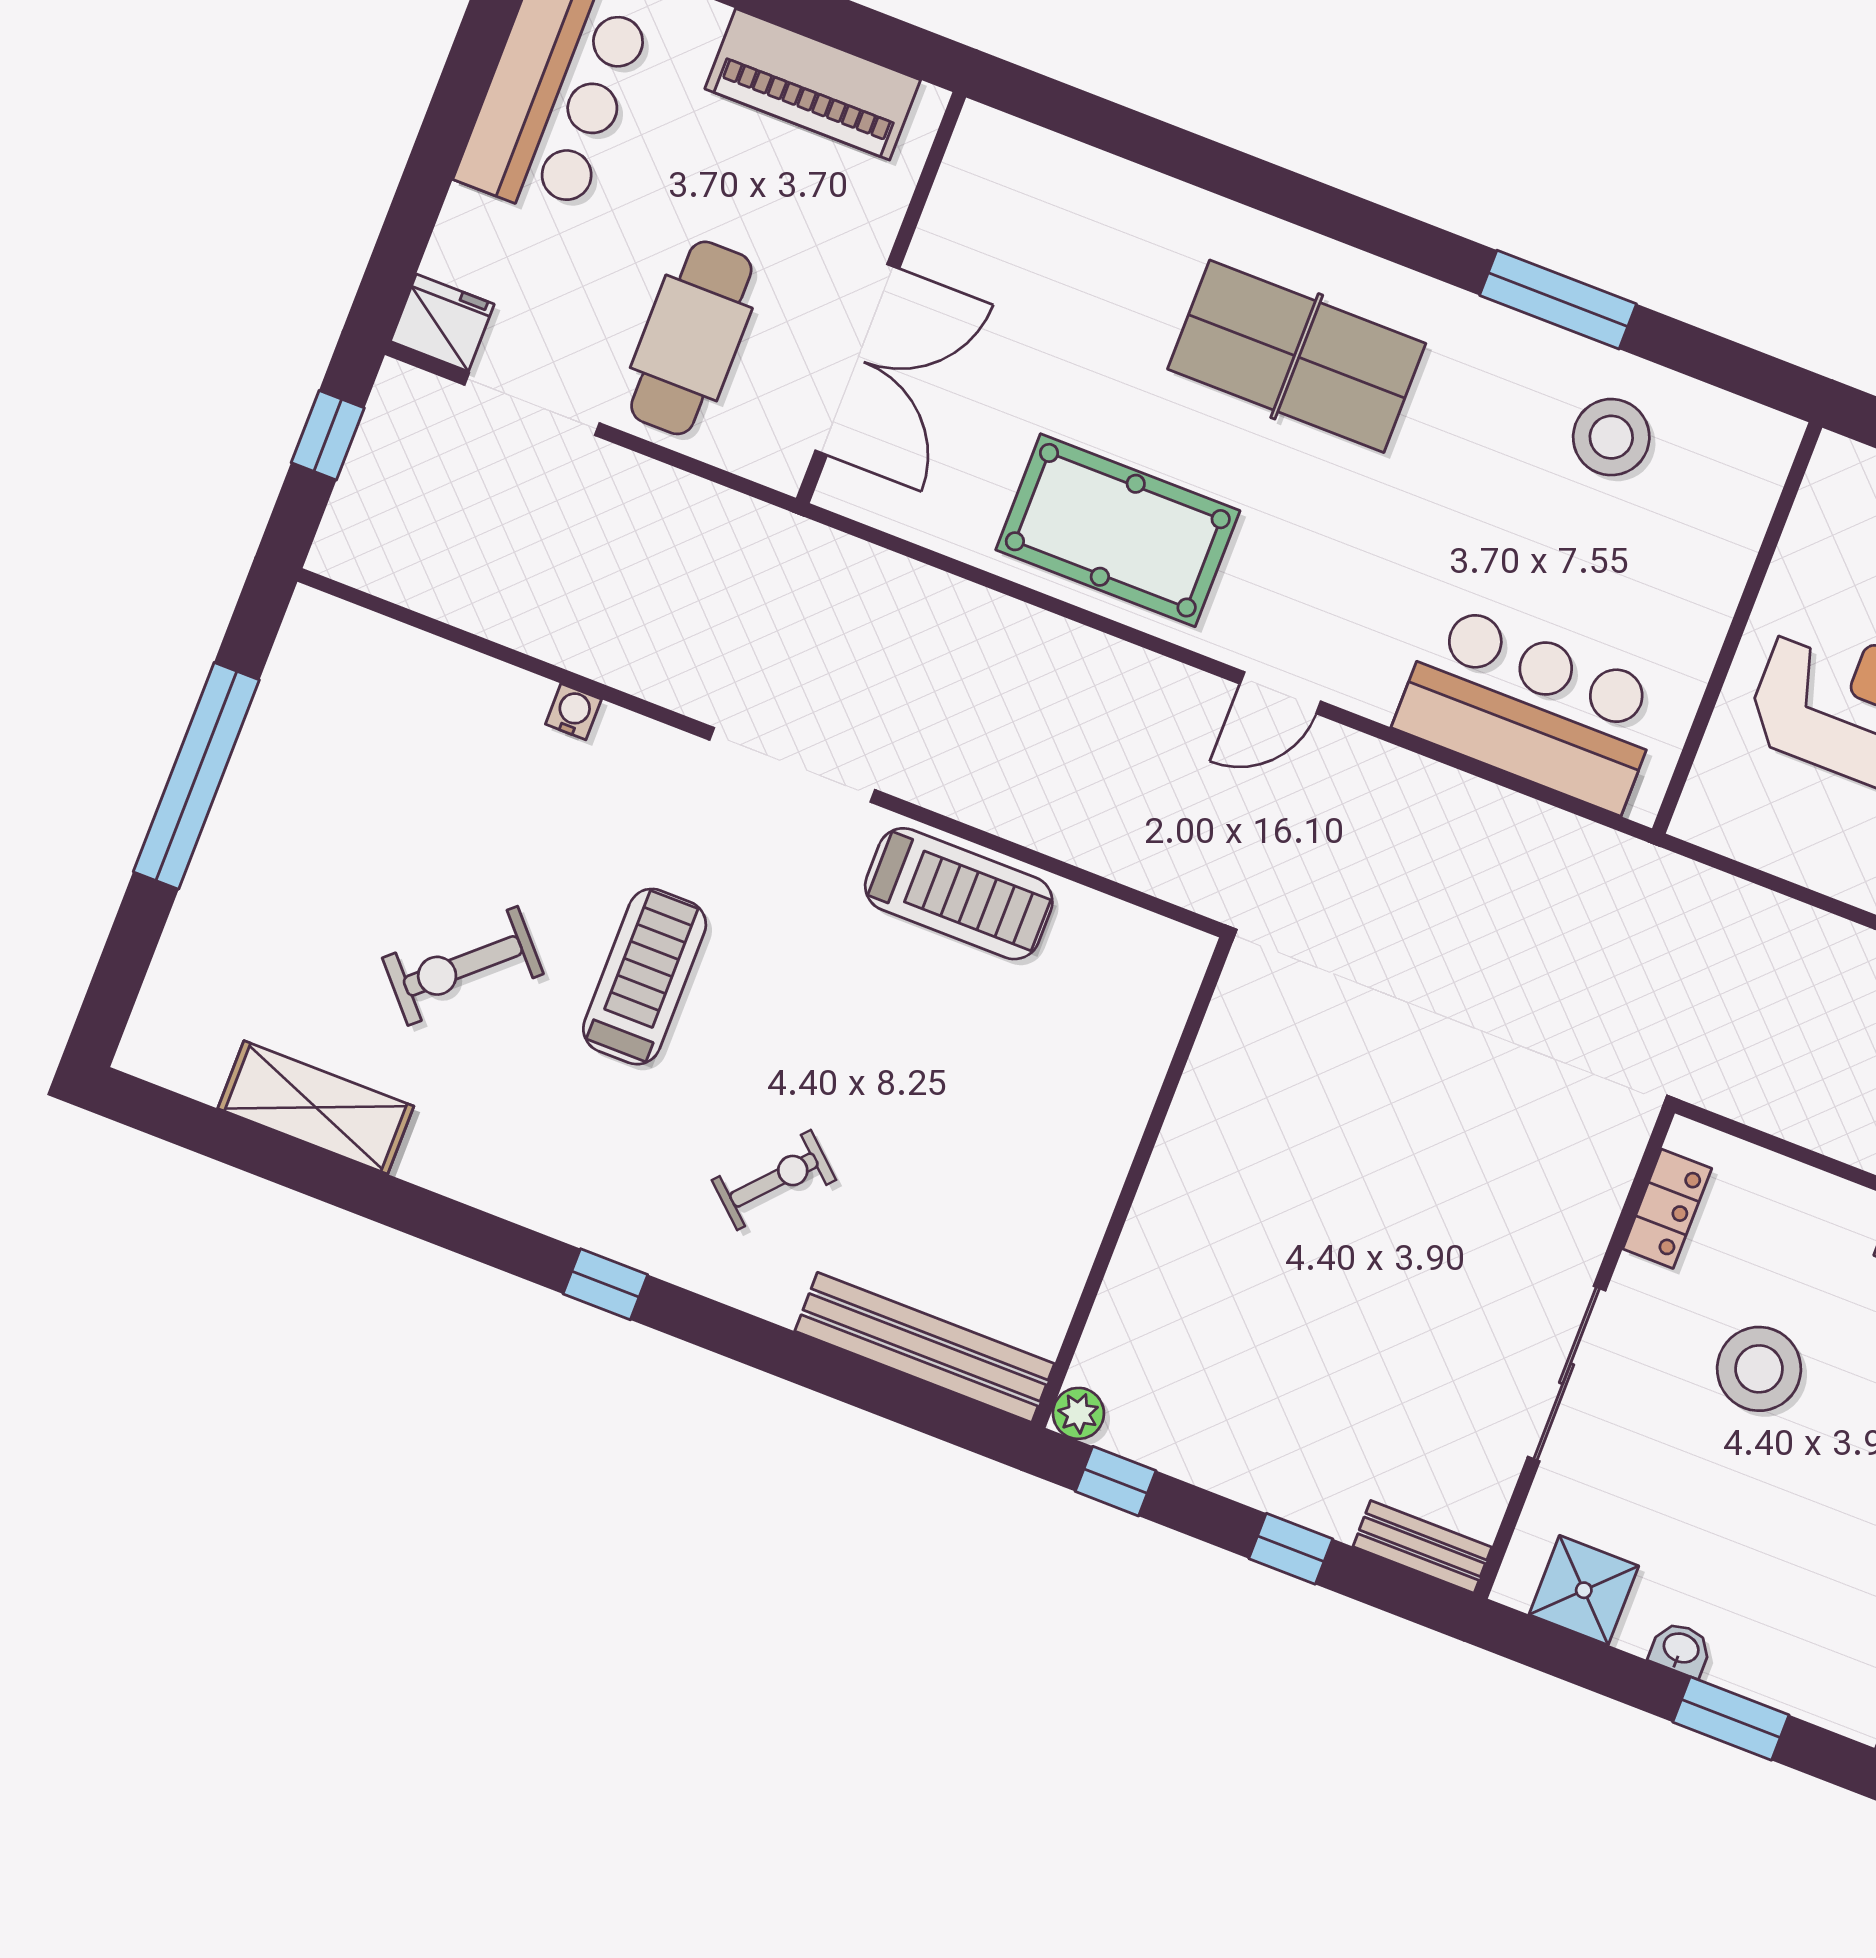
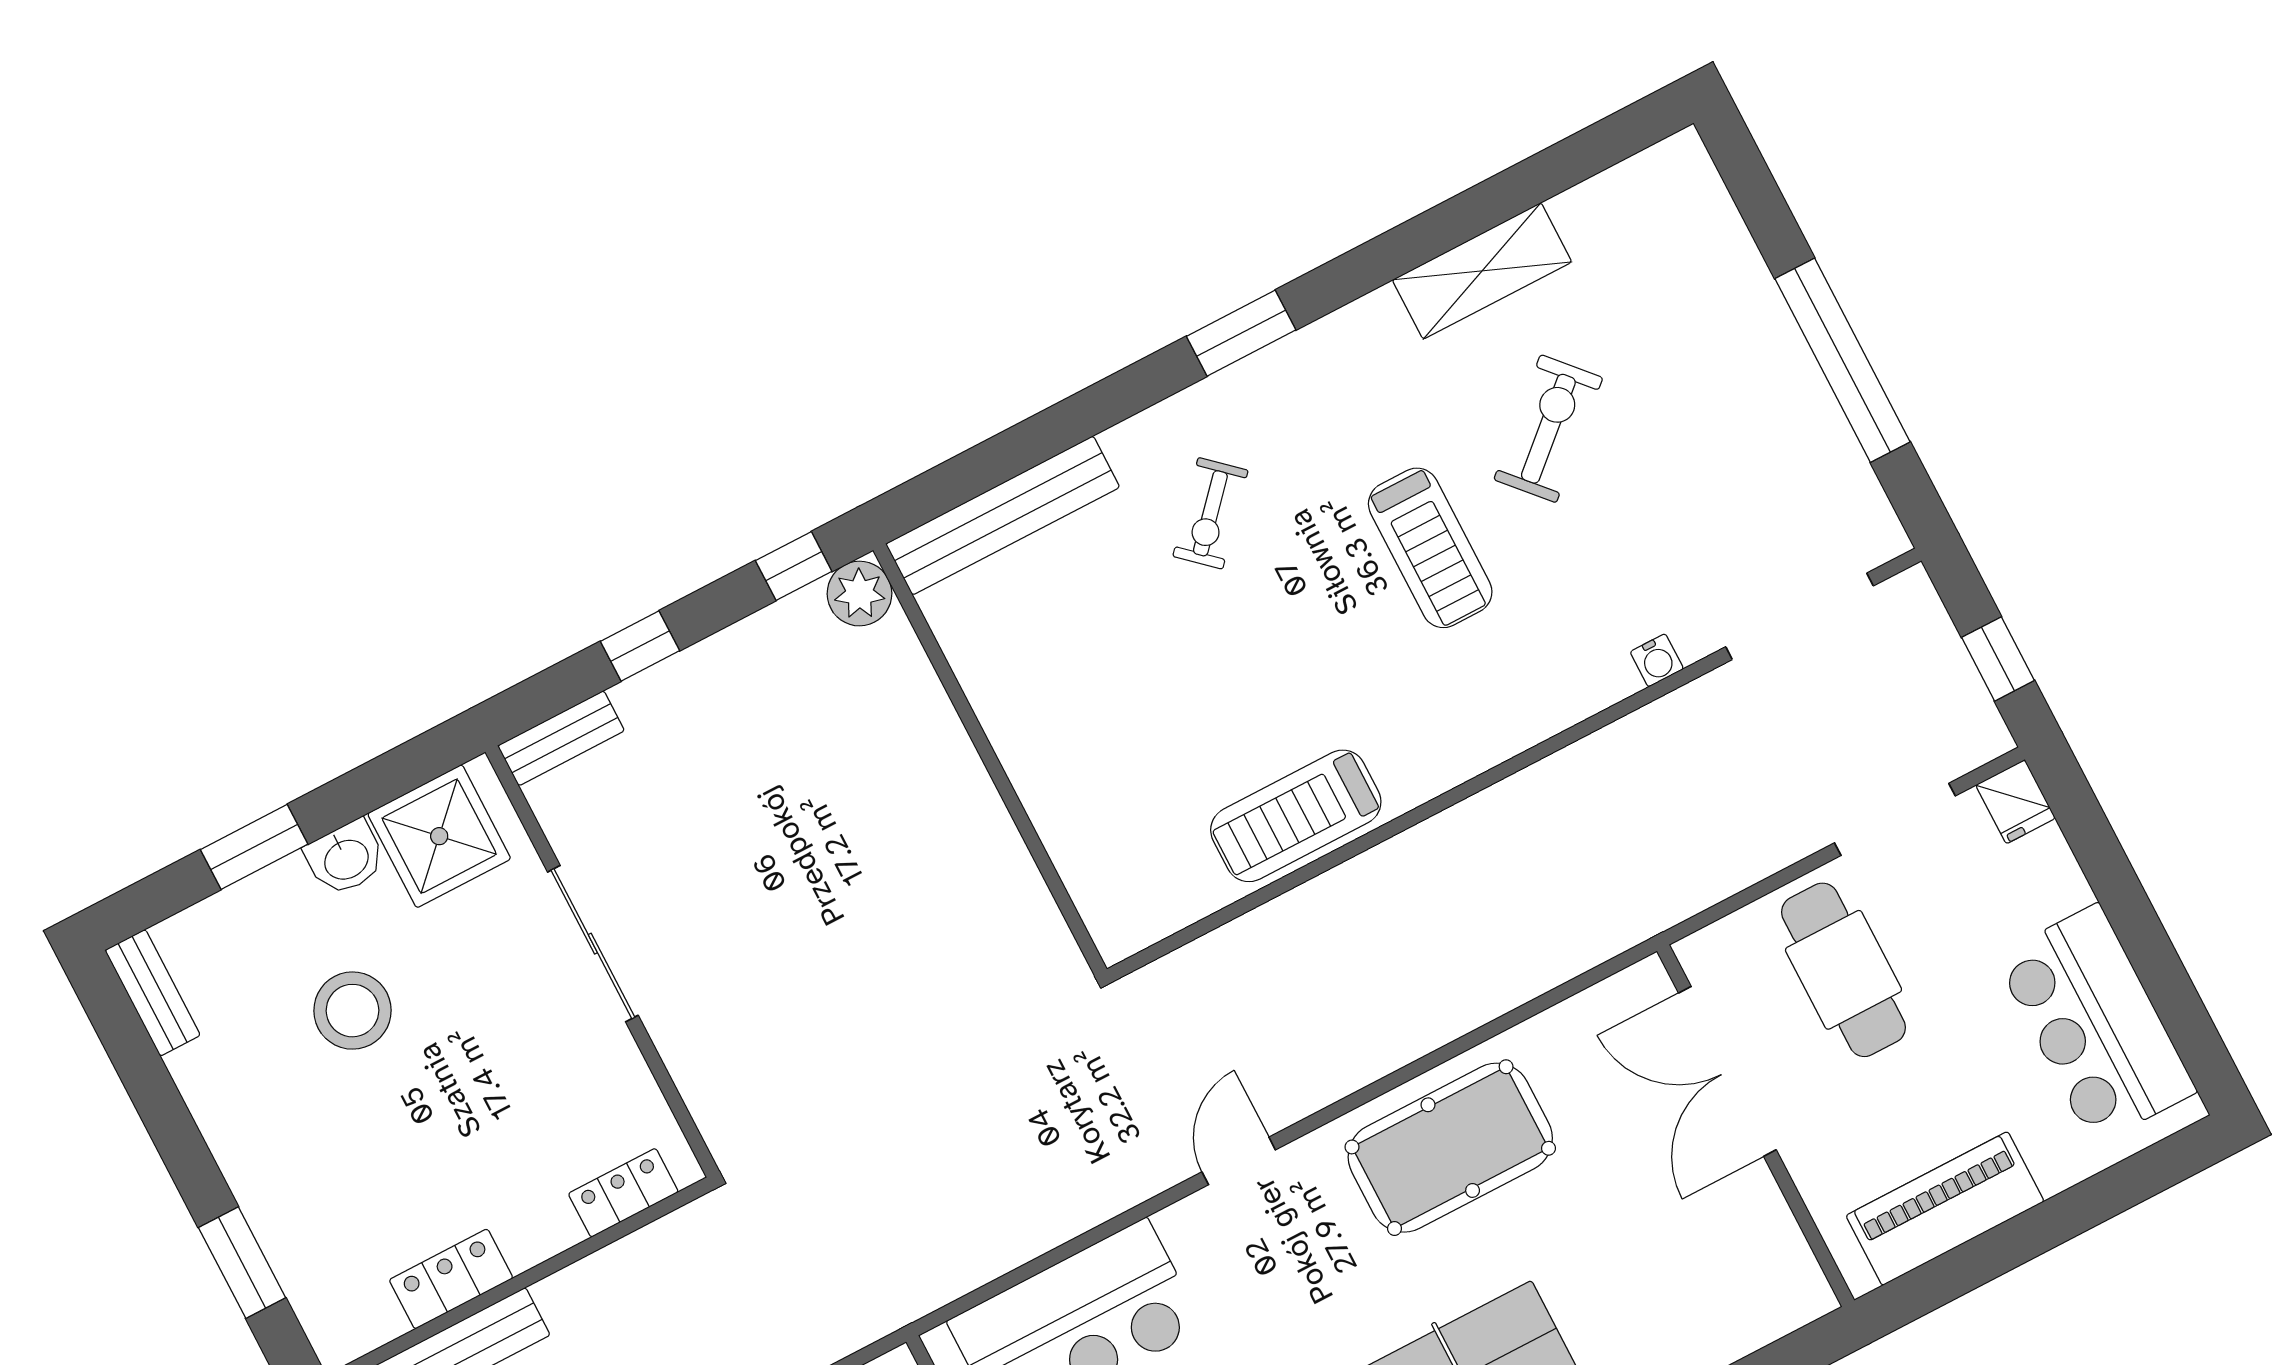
fridge: (442, 323) -> (2016, 802), width x0.72
doorway: (792, 765) -> (1799, 616), moved
shelving: (316, 1107) -> (1482, 271), moved
locker: (1667, 1209) -> (623, 1193), moved, turned 90
window: (605, 1284) -> (1241, 333), width x1.50
stool: (1759, 1369) -> (352, 1011), moved
plant: (1078, 1413) -> (859, 594), width x1.38, depth x1.38
shower: (1584, 1590) -> (439, 836), width x1.36, depth x1.36
washbasin: (1681, 1649) -> (346, 858), width x1.38, depth x1.45

